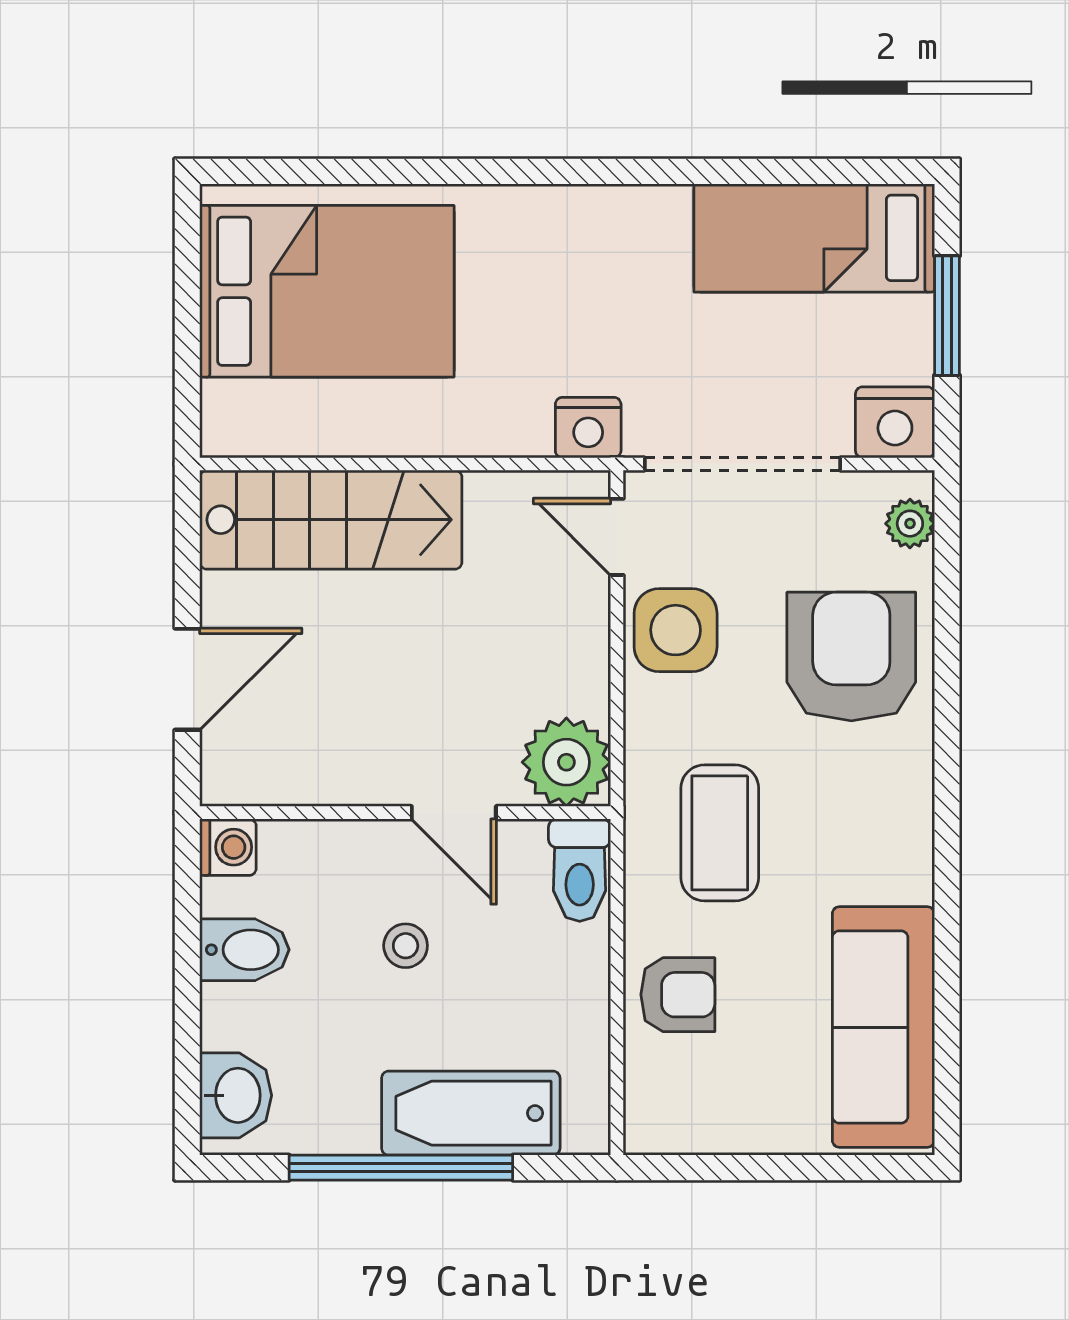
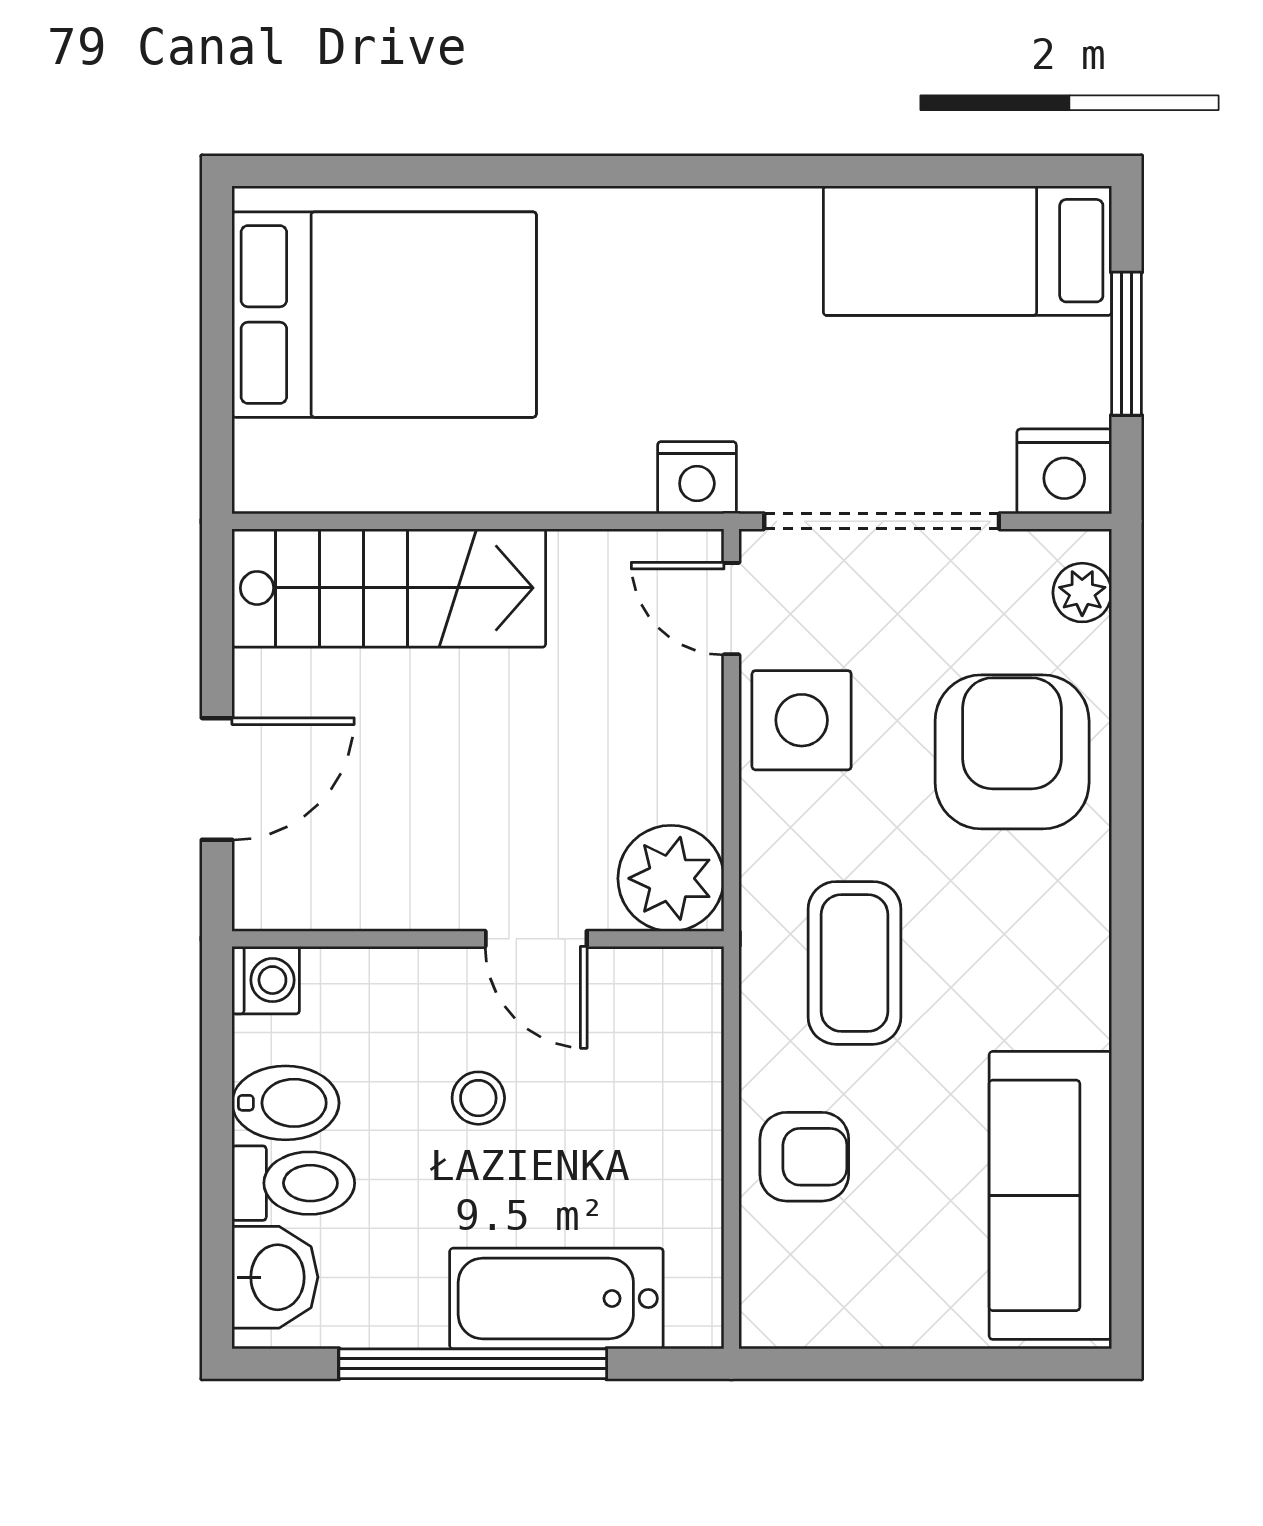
toilet: (580, 870) -> (293, 1183), moved, turned -90

